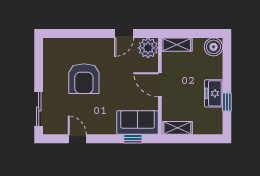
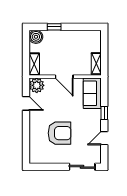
door: (160, 85) -> (64, 77), hinge flipped
freezer: (214, 93) -> (71, 37), removed
window: (227, 102) -> (54, 27), moved
window: (133, 139) -> (104, 113), moved

